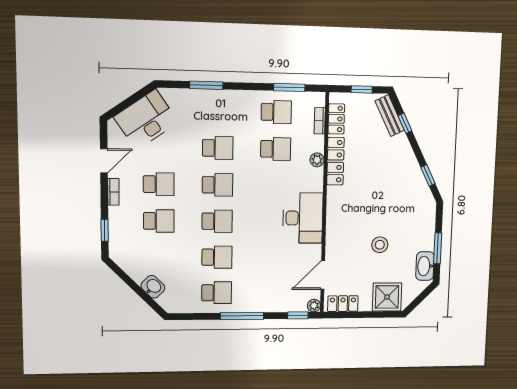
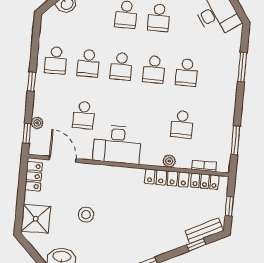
school desk: (276, 112) -> (84, 115), moved
plant: (314, 305) -> (37, 123), moved
window: (242, 316) -> (32, 82), width x0.46

